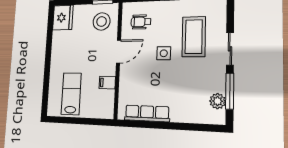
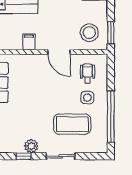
side table: (164, 53) -> (87, 98), moved
window: (230, 91) -> (24, 156), width x0.46
plant: (218, 101) -> (31, 146), moved

